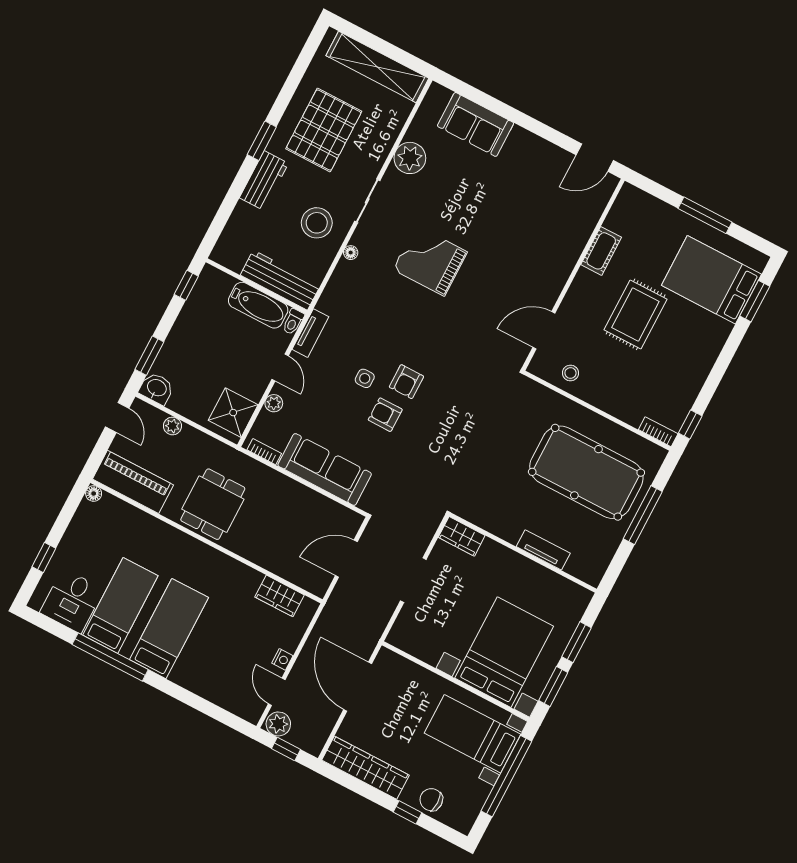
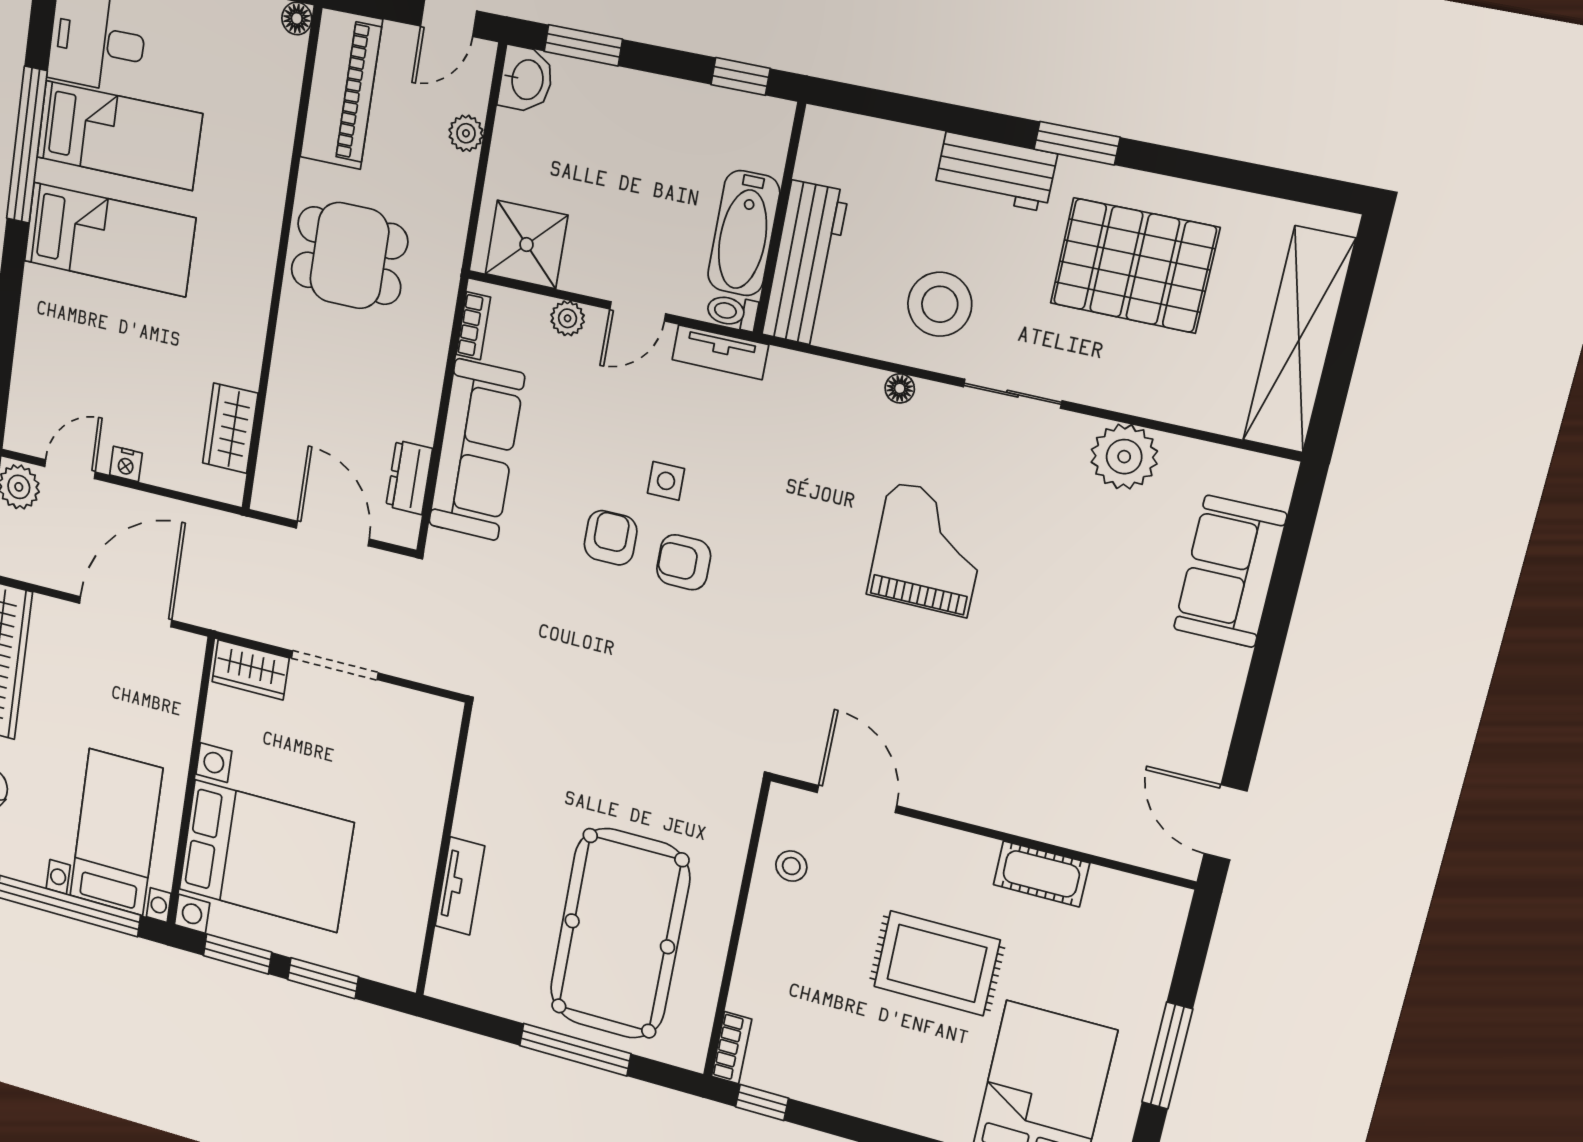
dresser: (329, 509) -> (409, 477), added
wardrobe: (462, 536) -> (251, 670), moved, turned -90

